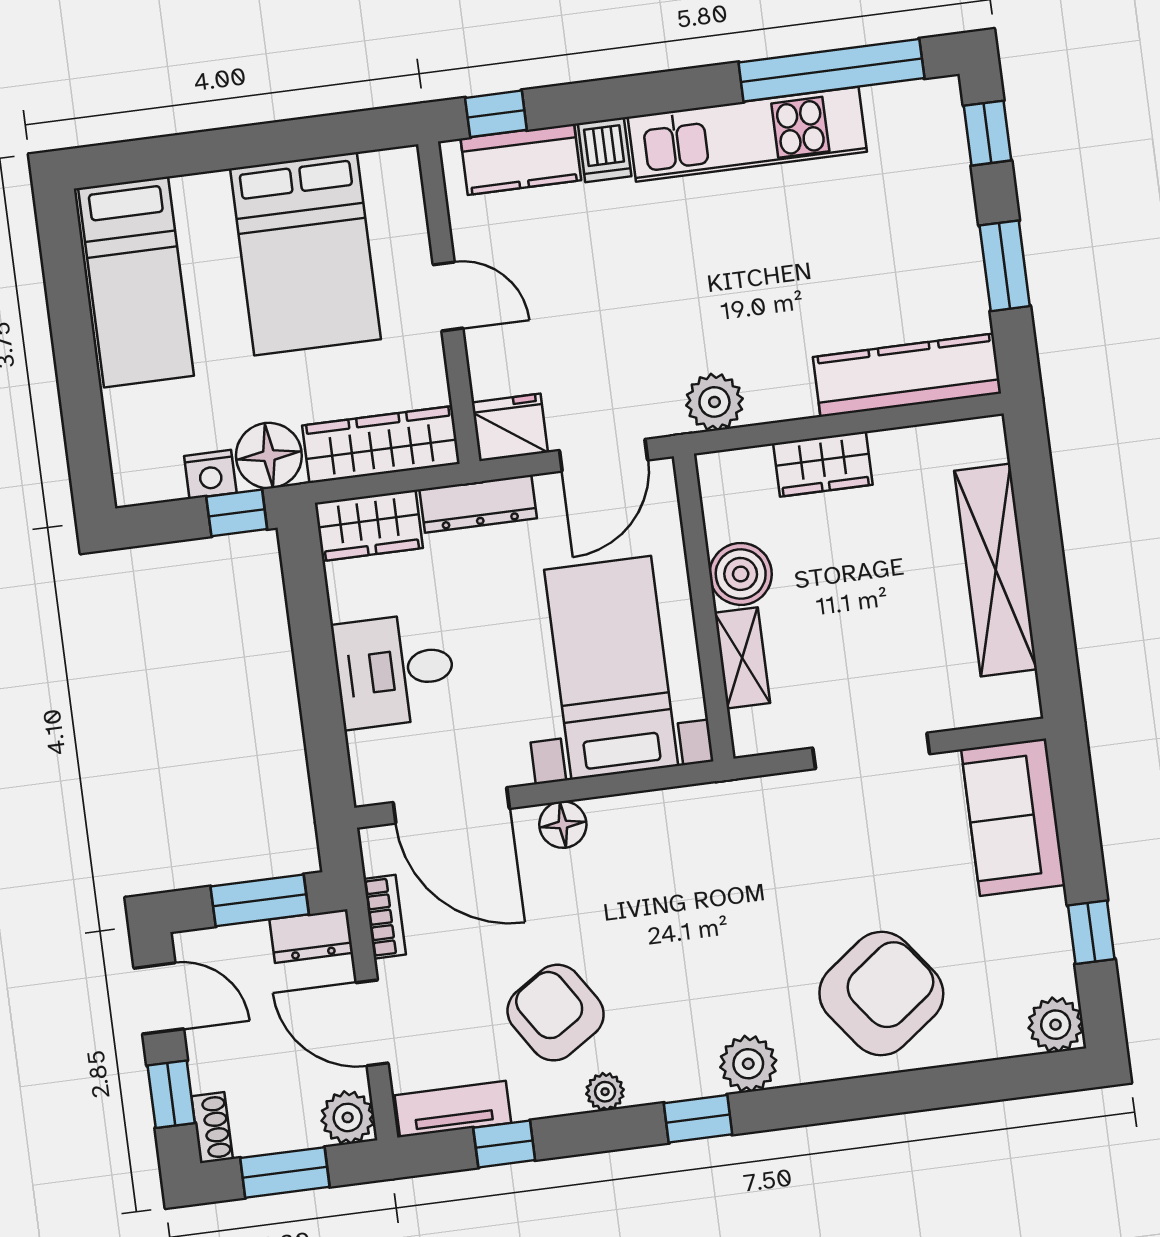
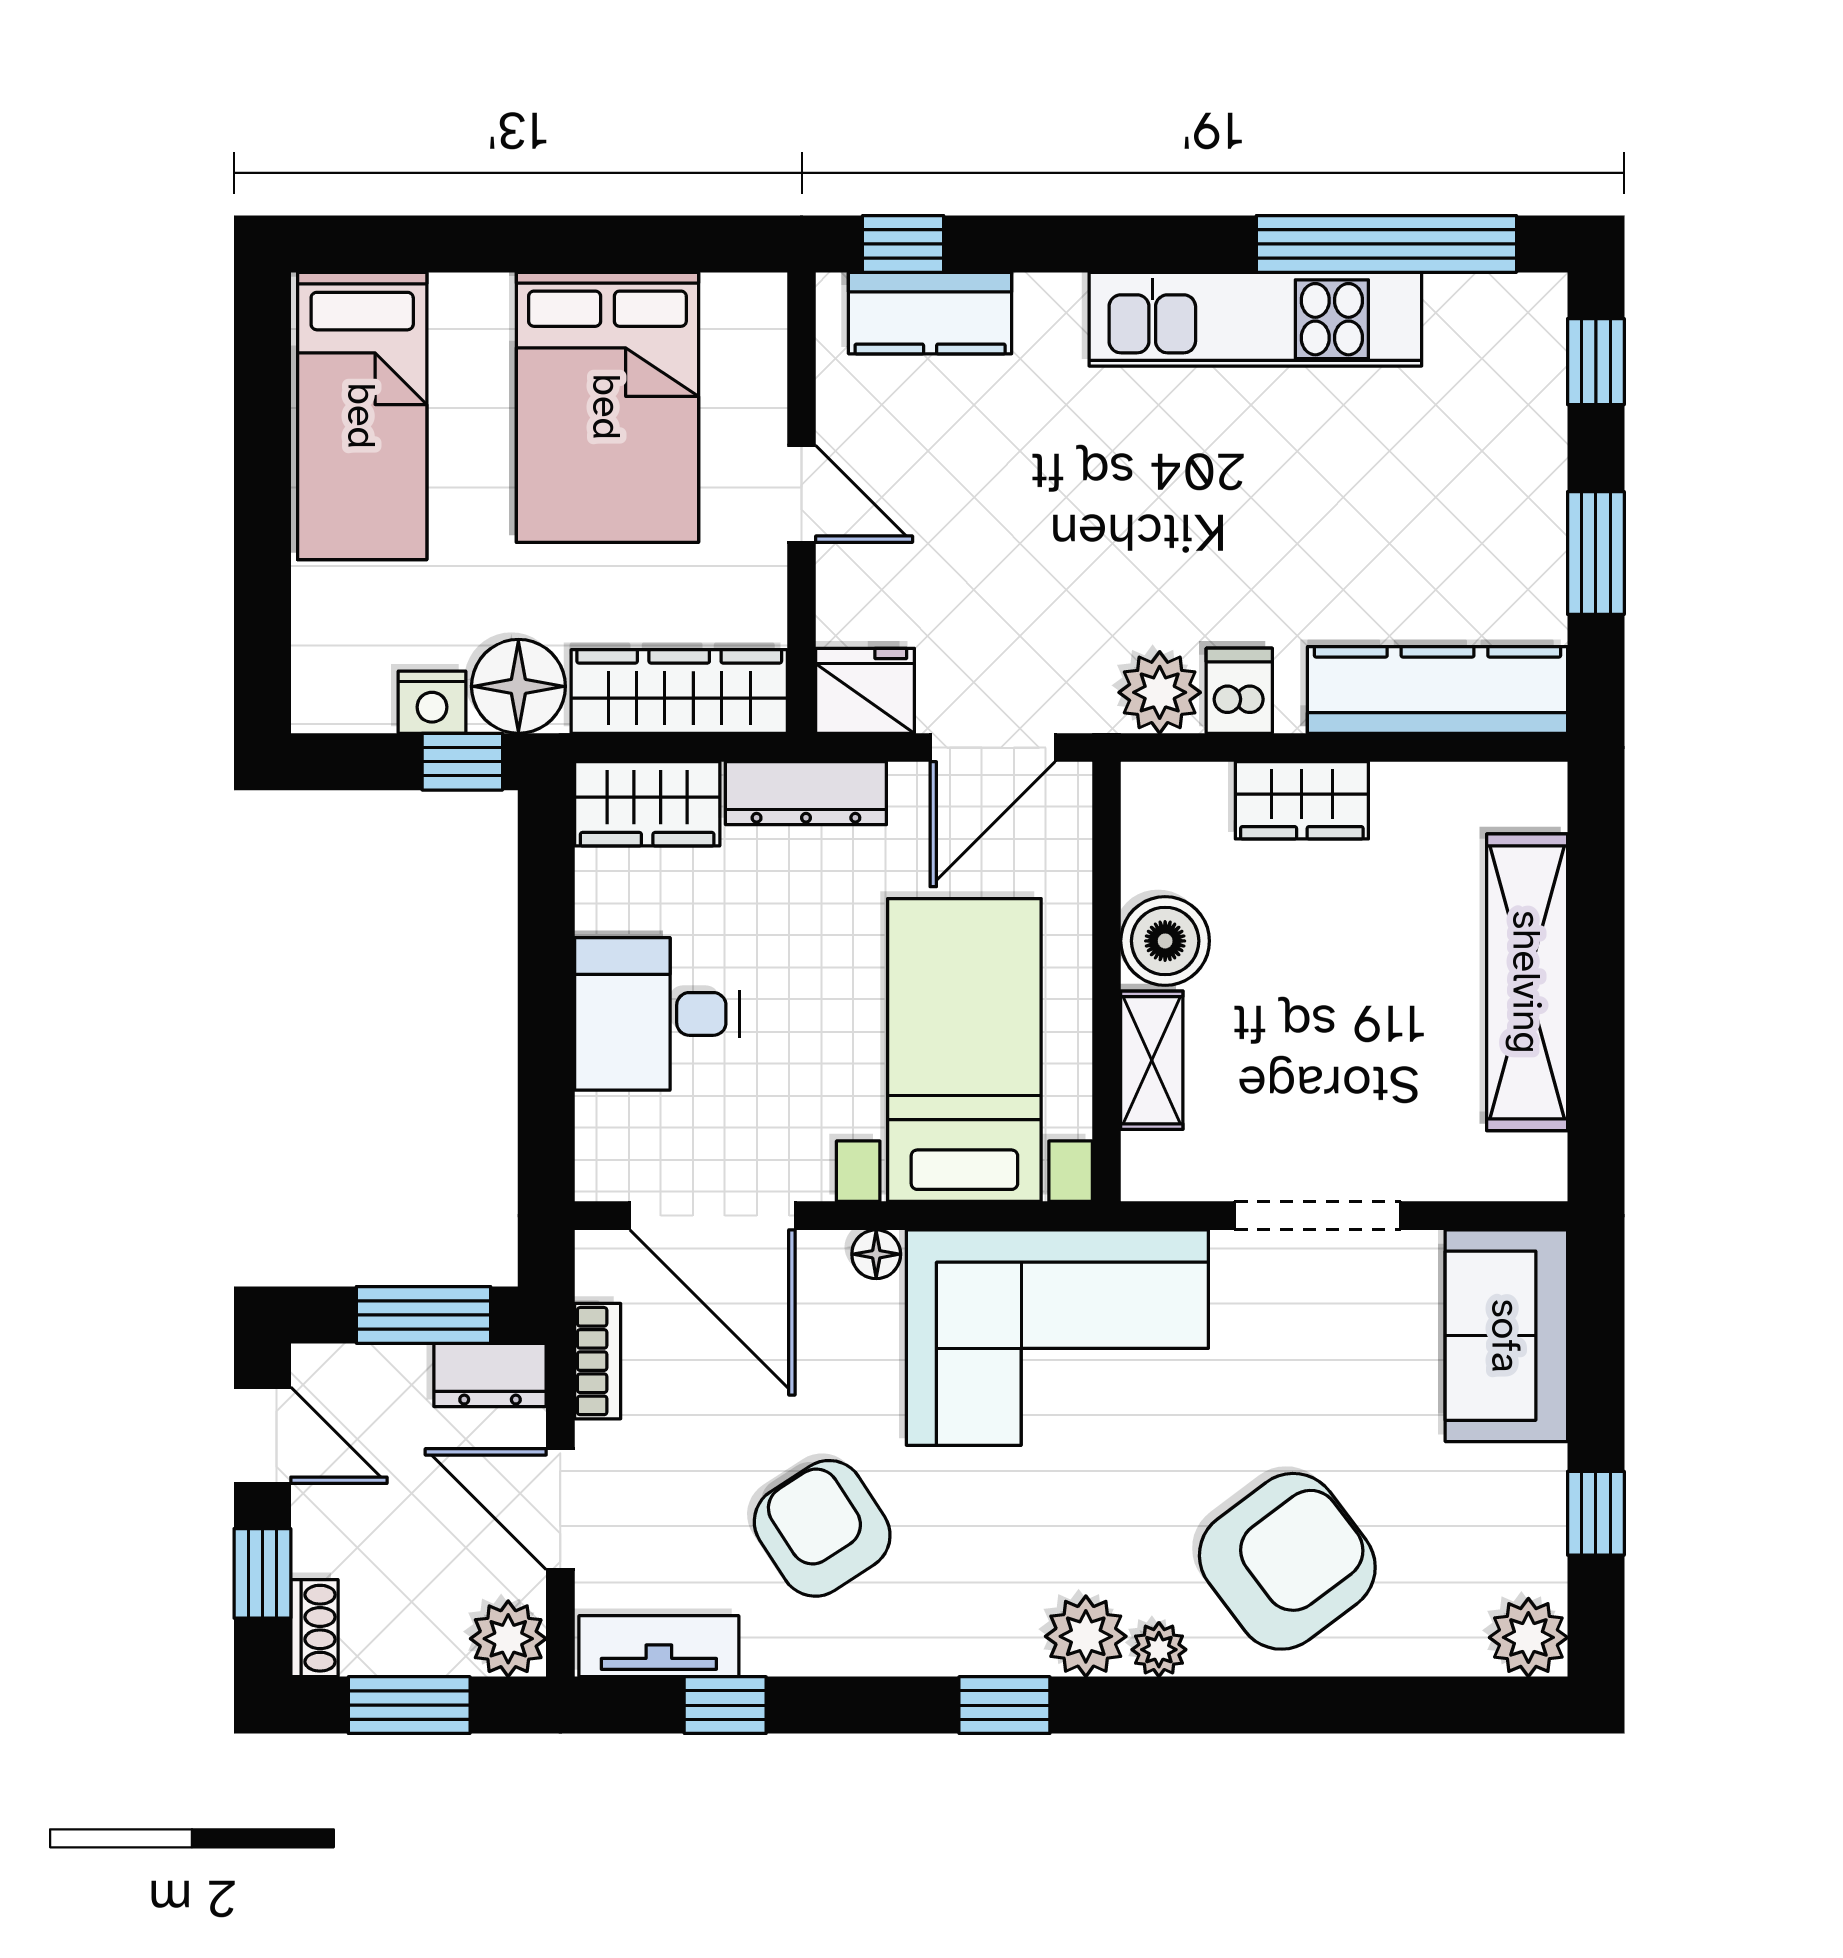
dishwasher: (605, 150) -> (1239, 691), moved, turned 180
floor lamp: (563, 825) -> (876, 1254), width x0.73, depth x0.73
corner sofa: (702, 859) -> (1057, 1338), added
plant: (605, 1092) -> (1159, 1650), moved

